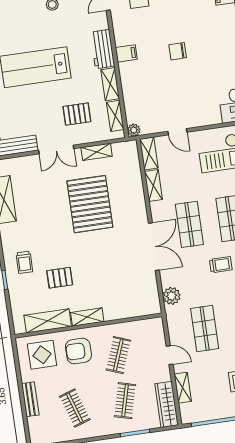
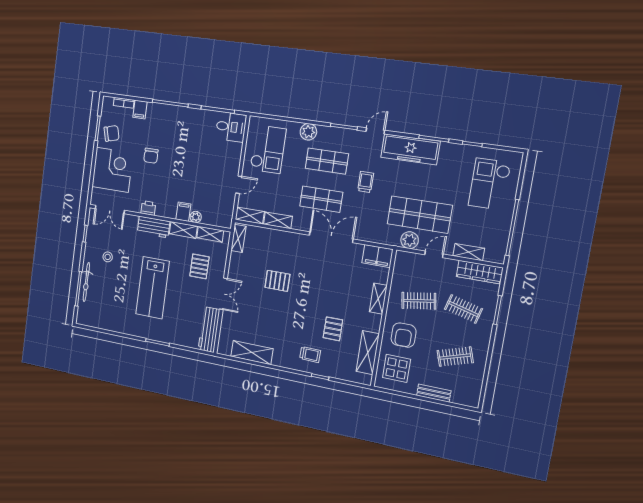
printer: (121, 37) -> (148, 208), added
chair: (178, 51) -> (151, 156), moved
filing cabinet: (126, 53) -> (183, 212), moved
plant: (134, 130) -> (196, 217), moved
shelving: (97, 152) -> (238, 238), moved
pallet: (90, 204) -> (277, 281), width x0.49, depth x0.50
plant: (172, 296) -> (410, 240), moved
filing cabinet: (150, 300) -> (377, 256), added
shelving: (87, 317) -> (378, 299), moved
shop shelf: (205, 329) -> (420, 215), width x1.43, depth x1.36
clothes rail: (118, 355) -> (419, 301), turned -30

